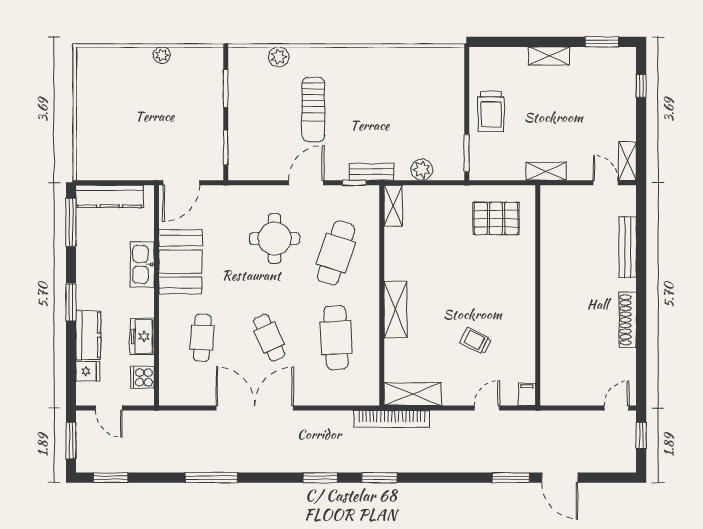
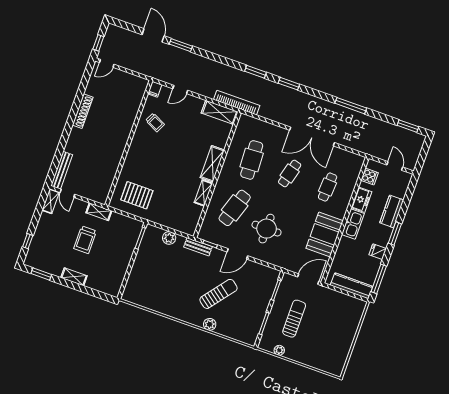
plant: (162, 55) -> (279, 350), moved
plant: (279, 57) -> (210, 324), moved
sun lounger: (313, 110) -> (218, 294), turned 38
trolley: (491, 112) -> (85, 240), moved, turned 180
sun lounger: (181, 113) -> (294, 319), added
shelving: (393, 205) -> (203, 193), moved
bench: (628, 247) -> (62, 170), moved
kitchen sink: (142, 264) -> (353, 224), moved
cafe table: (269, 338) -> (290, 173), turned 39
trolley: (476, 341) -> (155, 122), moved
fridge: (88, 371) -> (378, 252), moved
window: (71, 441) -> (423, 155), removed

